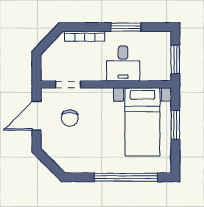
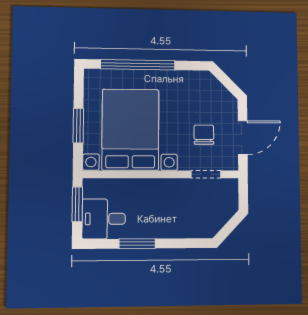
bookcase: (85, 36) -> (187, 232), removed
desk: (123, 63) -> (104, 219), moved, turned -90
bed with nightstands: (142, 122) -> (130, 130), width x1.36

